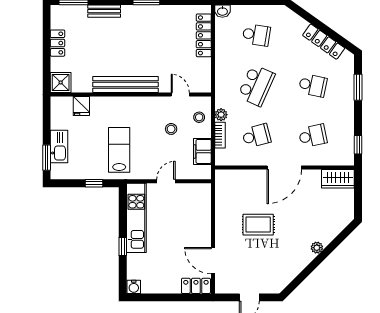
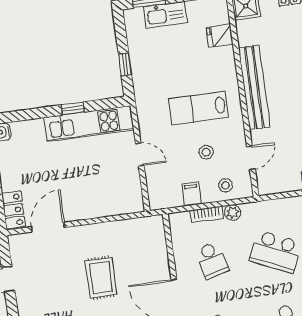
lab bench: (119, 150) -> (199, 108), moved, turned 180
filing cabinet: (202, 151) -> (191, 194), width x0.50
window: (123, 246) -> (73, 108), moved

